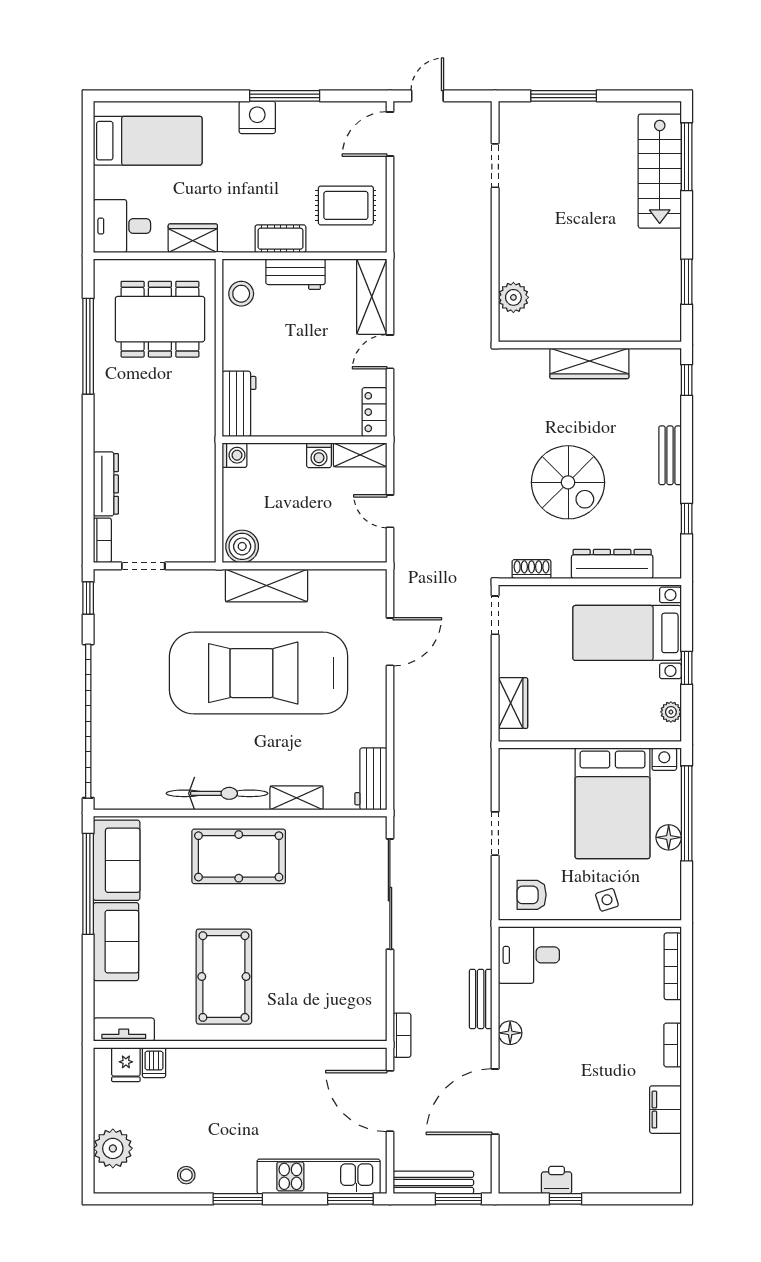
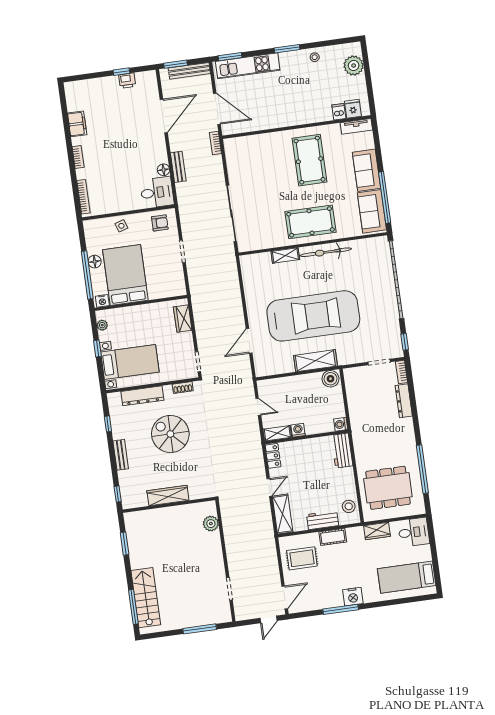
workbench: (371, 779) -> (249, 270), removed
floor lamp: (510, 1033) -> (164, 170), moved

